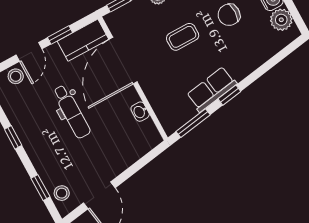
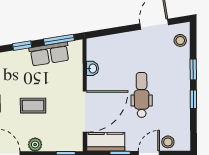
row of seats: (212, 89) -> (49, 54), moved
window: (41, 188) -> (193, 69), moved

